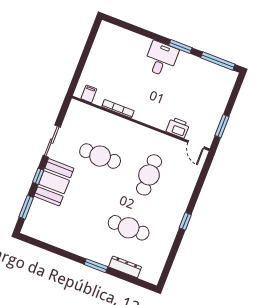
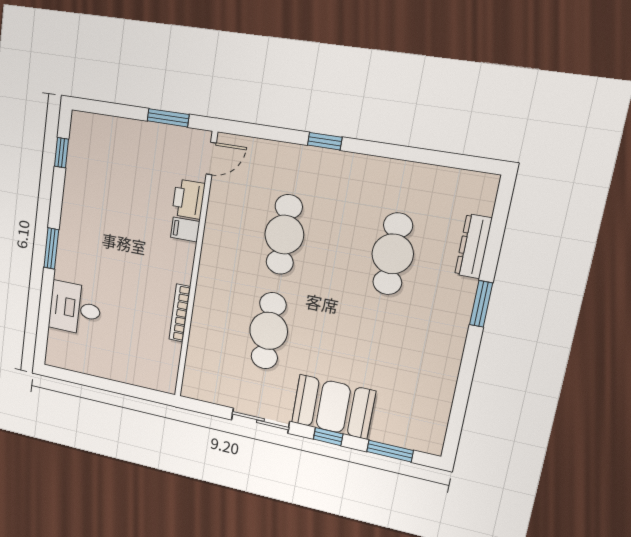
window: (180, 47) -> (51, 248), moved
desk: (161, 59) -> (75, 308), moved
window: (218, 61) -> (61, 153), width x0.46
filing cabinet: (89, 94) -> (185, 229), moved
cafe table: (149, 175) -> (284, 235), turned 90
window: (185, 221) -> (325, 141), moved

